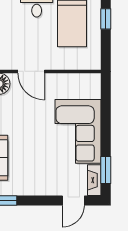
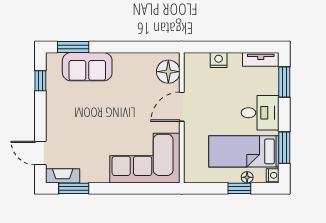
floor lamp: (96, 12) -> (247, 177), added
corner sofa: (78, 131) -> (145, 158), moved

